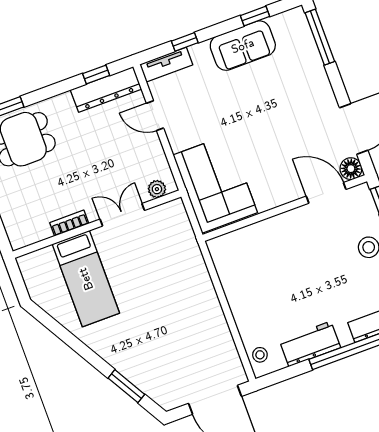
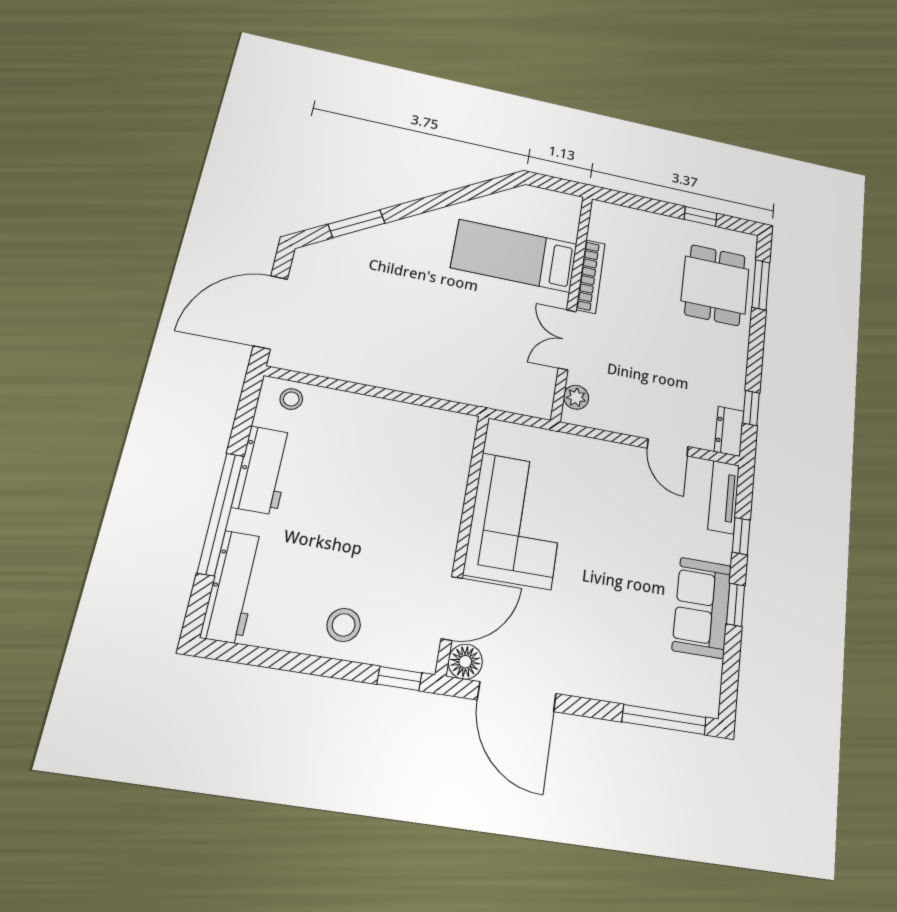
window: (255, 16) -> (736, 605), moved
dresser: (106, 89) -> (729, 431), width x0.51, depth x0.80
door: (155, 116) -> (668, 447), swing flipped
corner sofa: (215, 184) -> (516, 521), moved, turned -90
double door: (122, 215) -> (567, 340), swing flipped
bookcase: (69, 223) -> (591, 276), width x1.56

